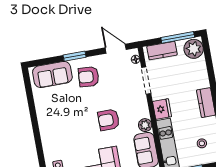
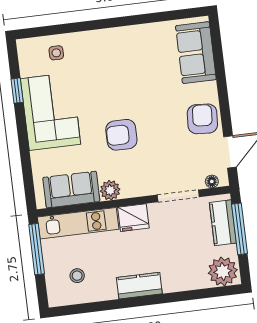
window: (178, 37) -> (239, 229), moved
window: (75, 56) -> (222, 88), removed
armchair: (89, 77) -> (202, 119), moved
armchair: (109, 120) -> (121, 135), turned -90

